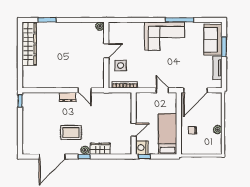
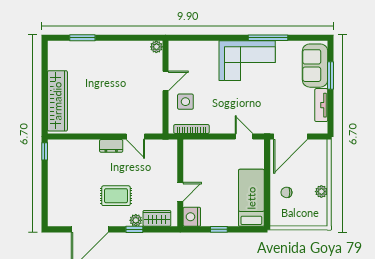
wardrobe: (29, 44) -> (57, 101), moved
wall: (134, 123) -> (180, 183), moved
door: (134, 130) -> (180, 192), moved
nightstand: (142, 148) -> (192, 217), moved

